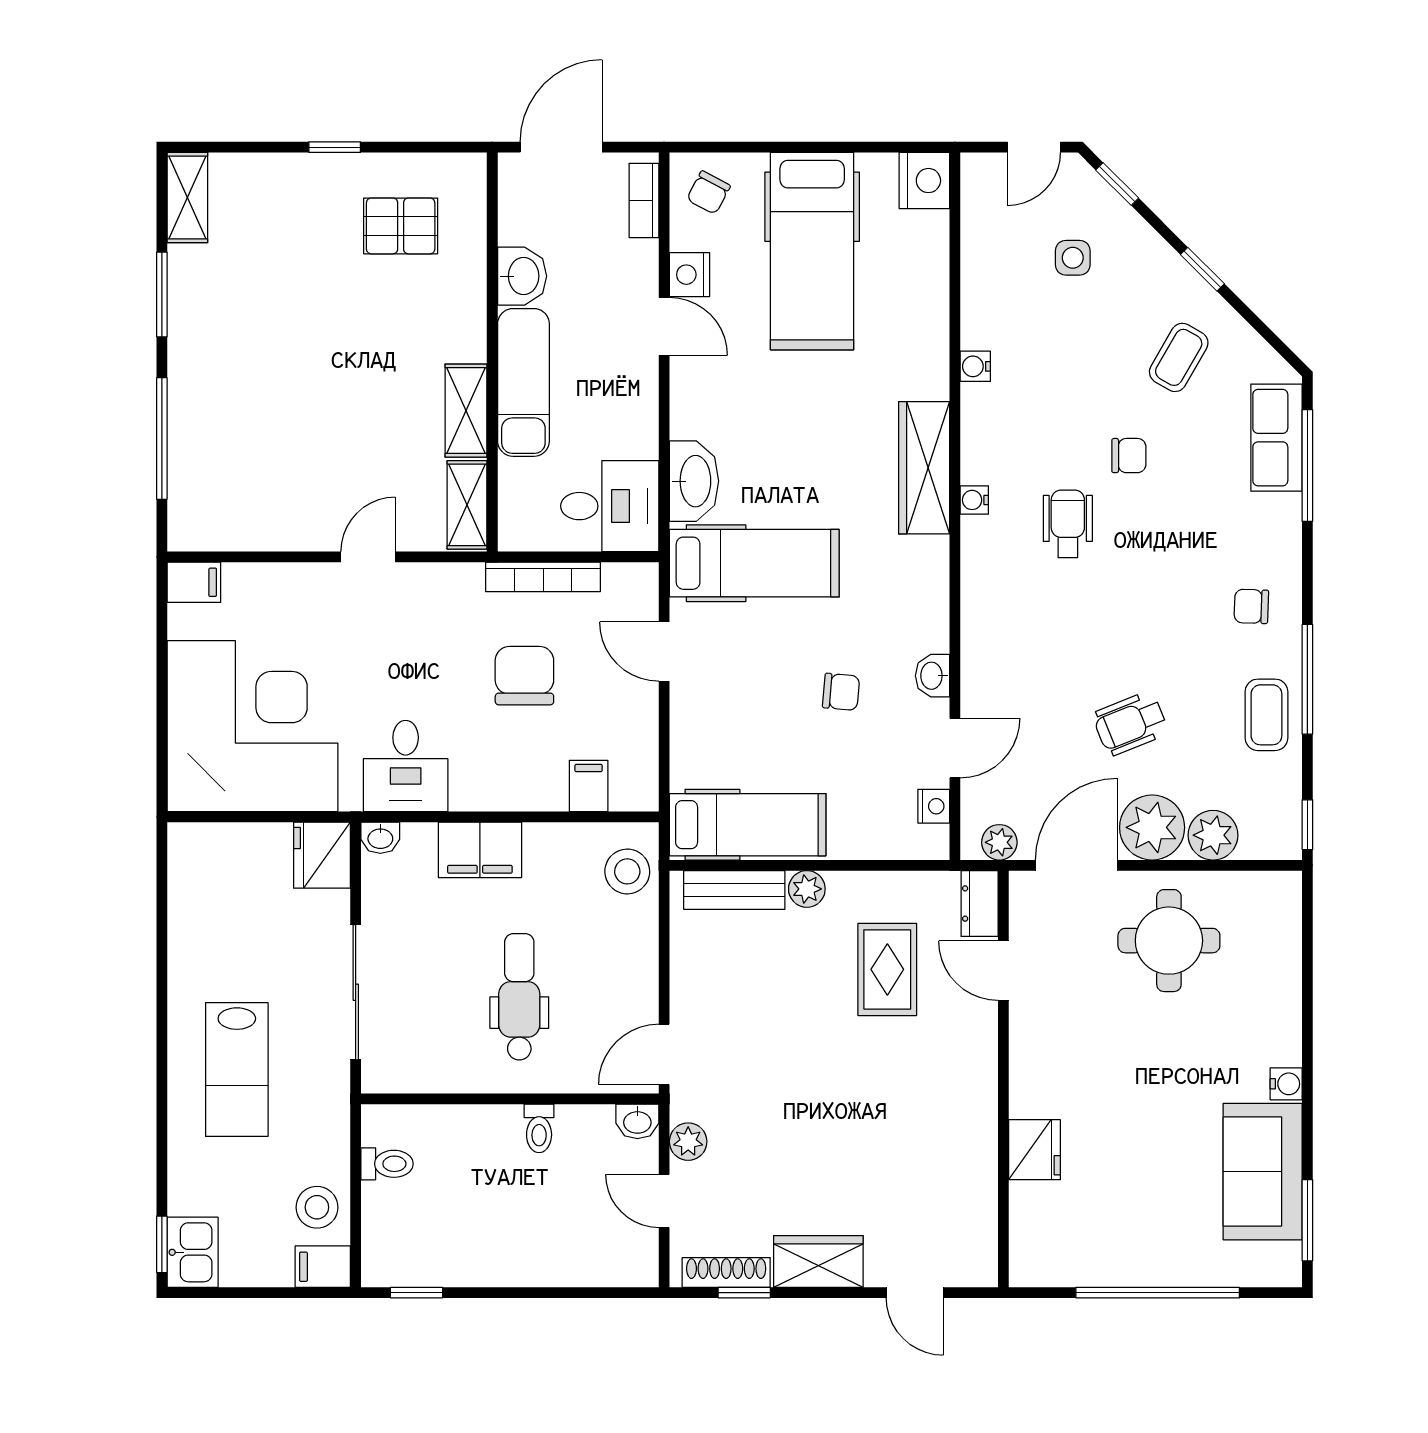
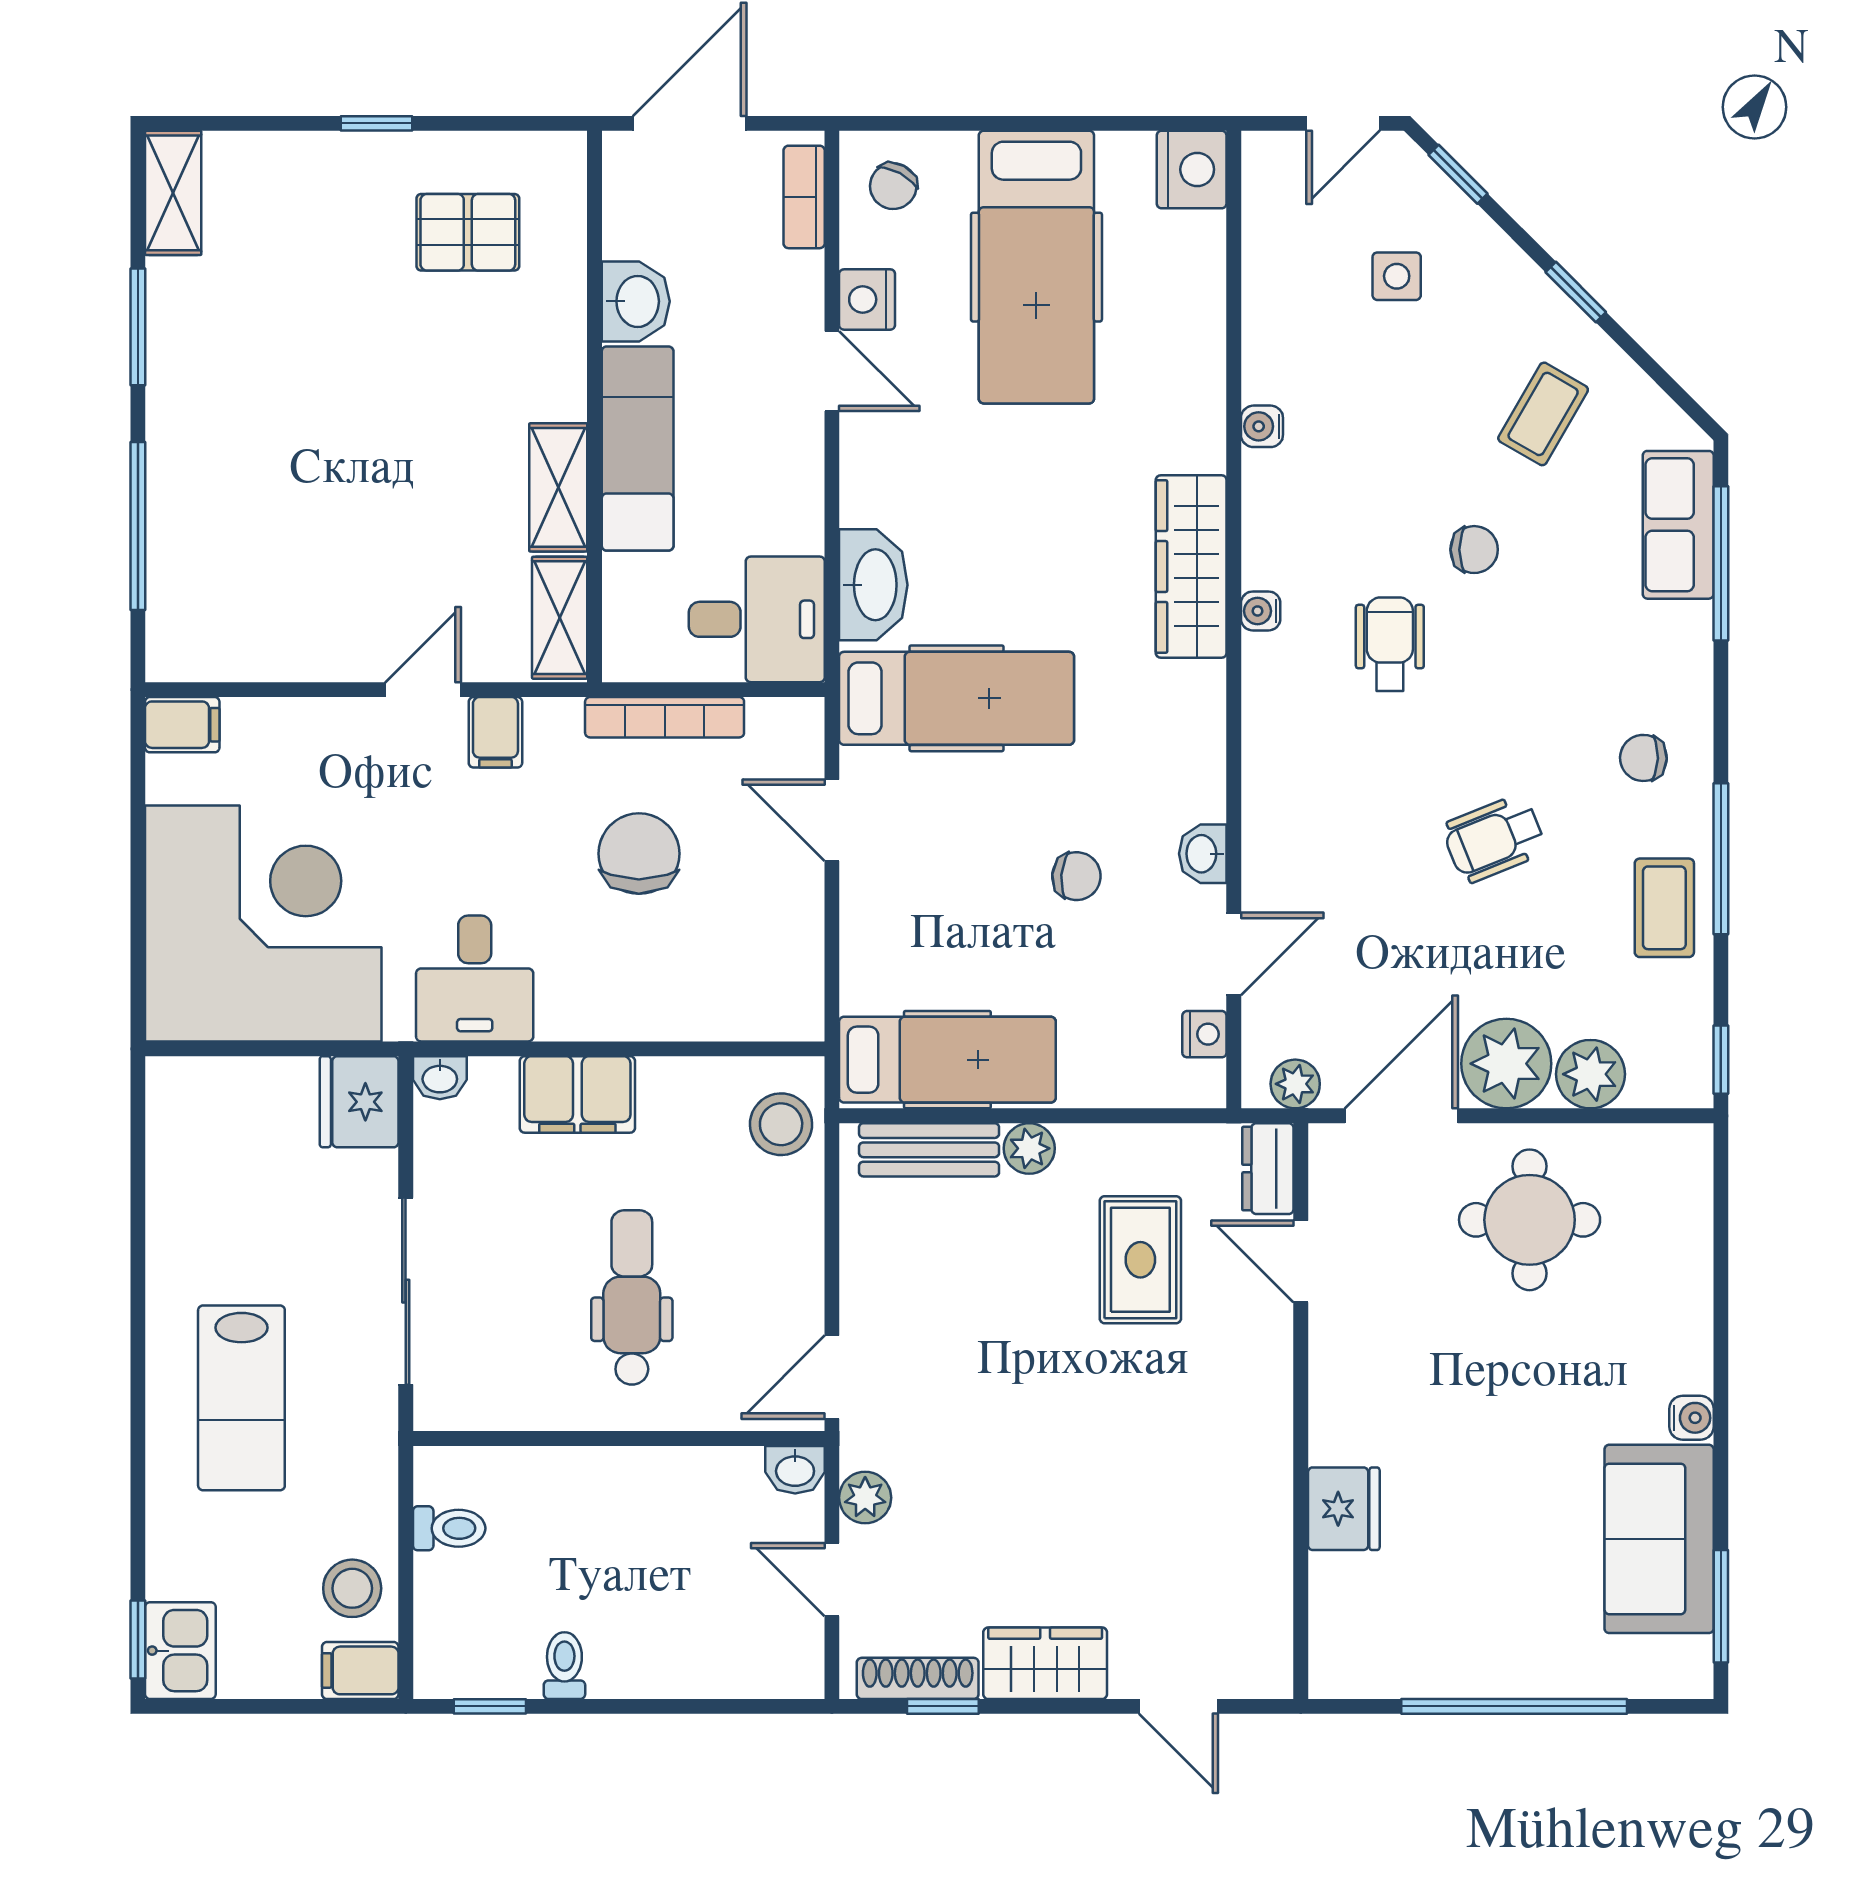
wheelchair: (1130, 723) -> (1494, 839), moved
filing cabinet: (589, 786) -> (495, 732), moved, turned 180
toilet: (539, 1128) -> (564, 1666), moved, turned 180

